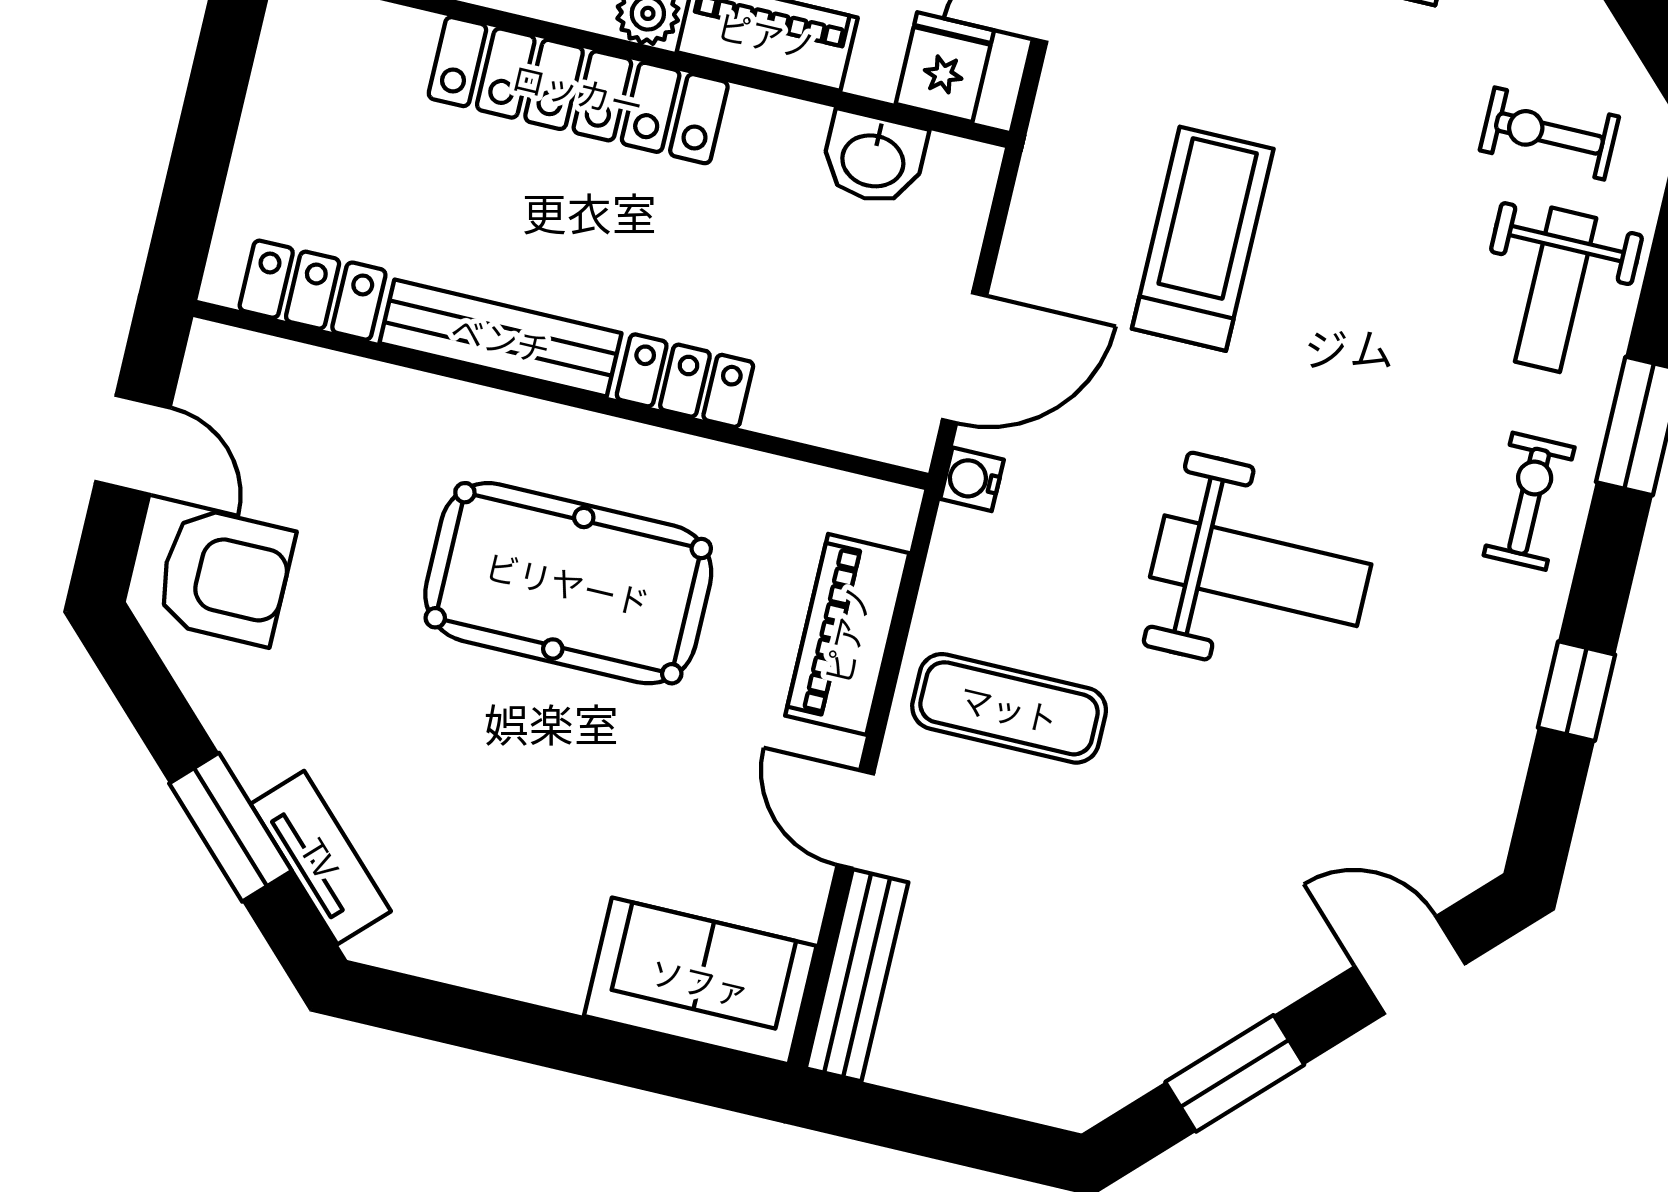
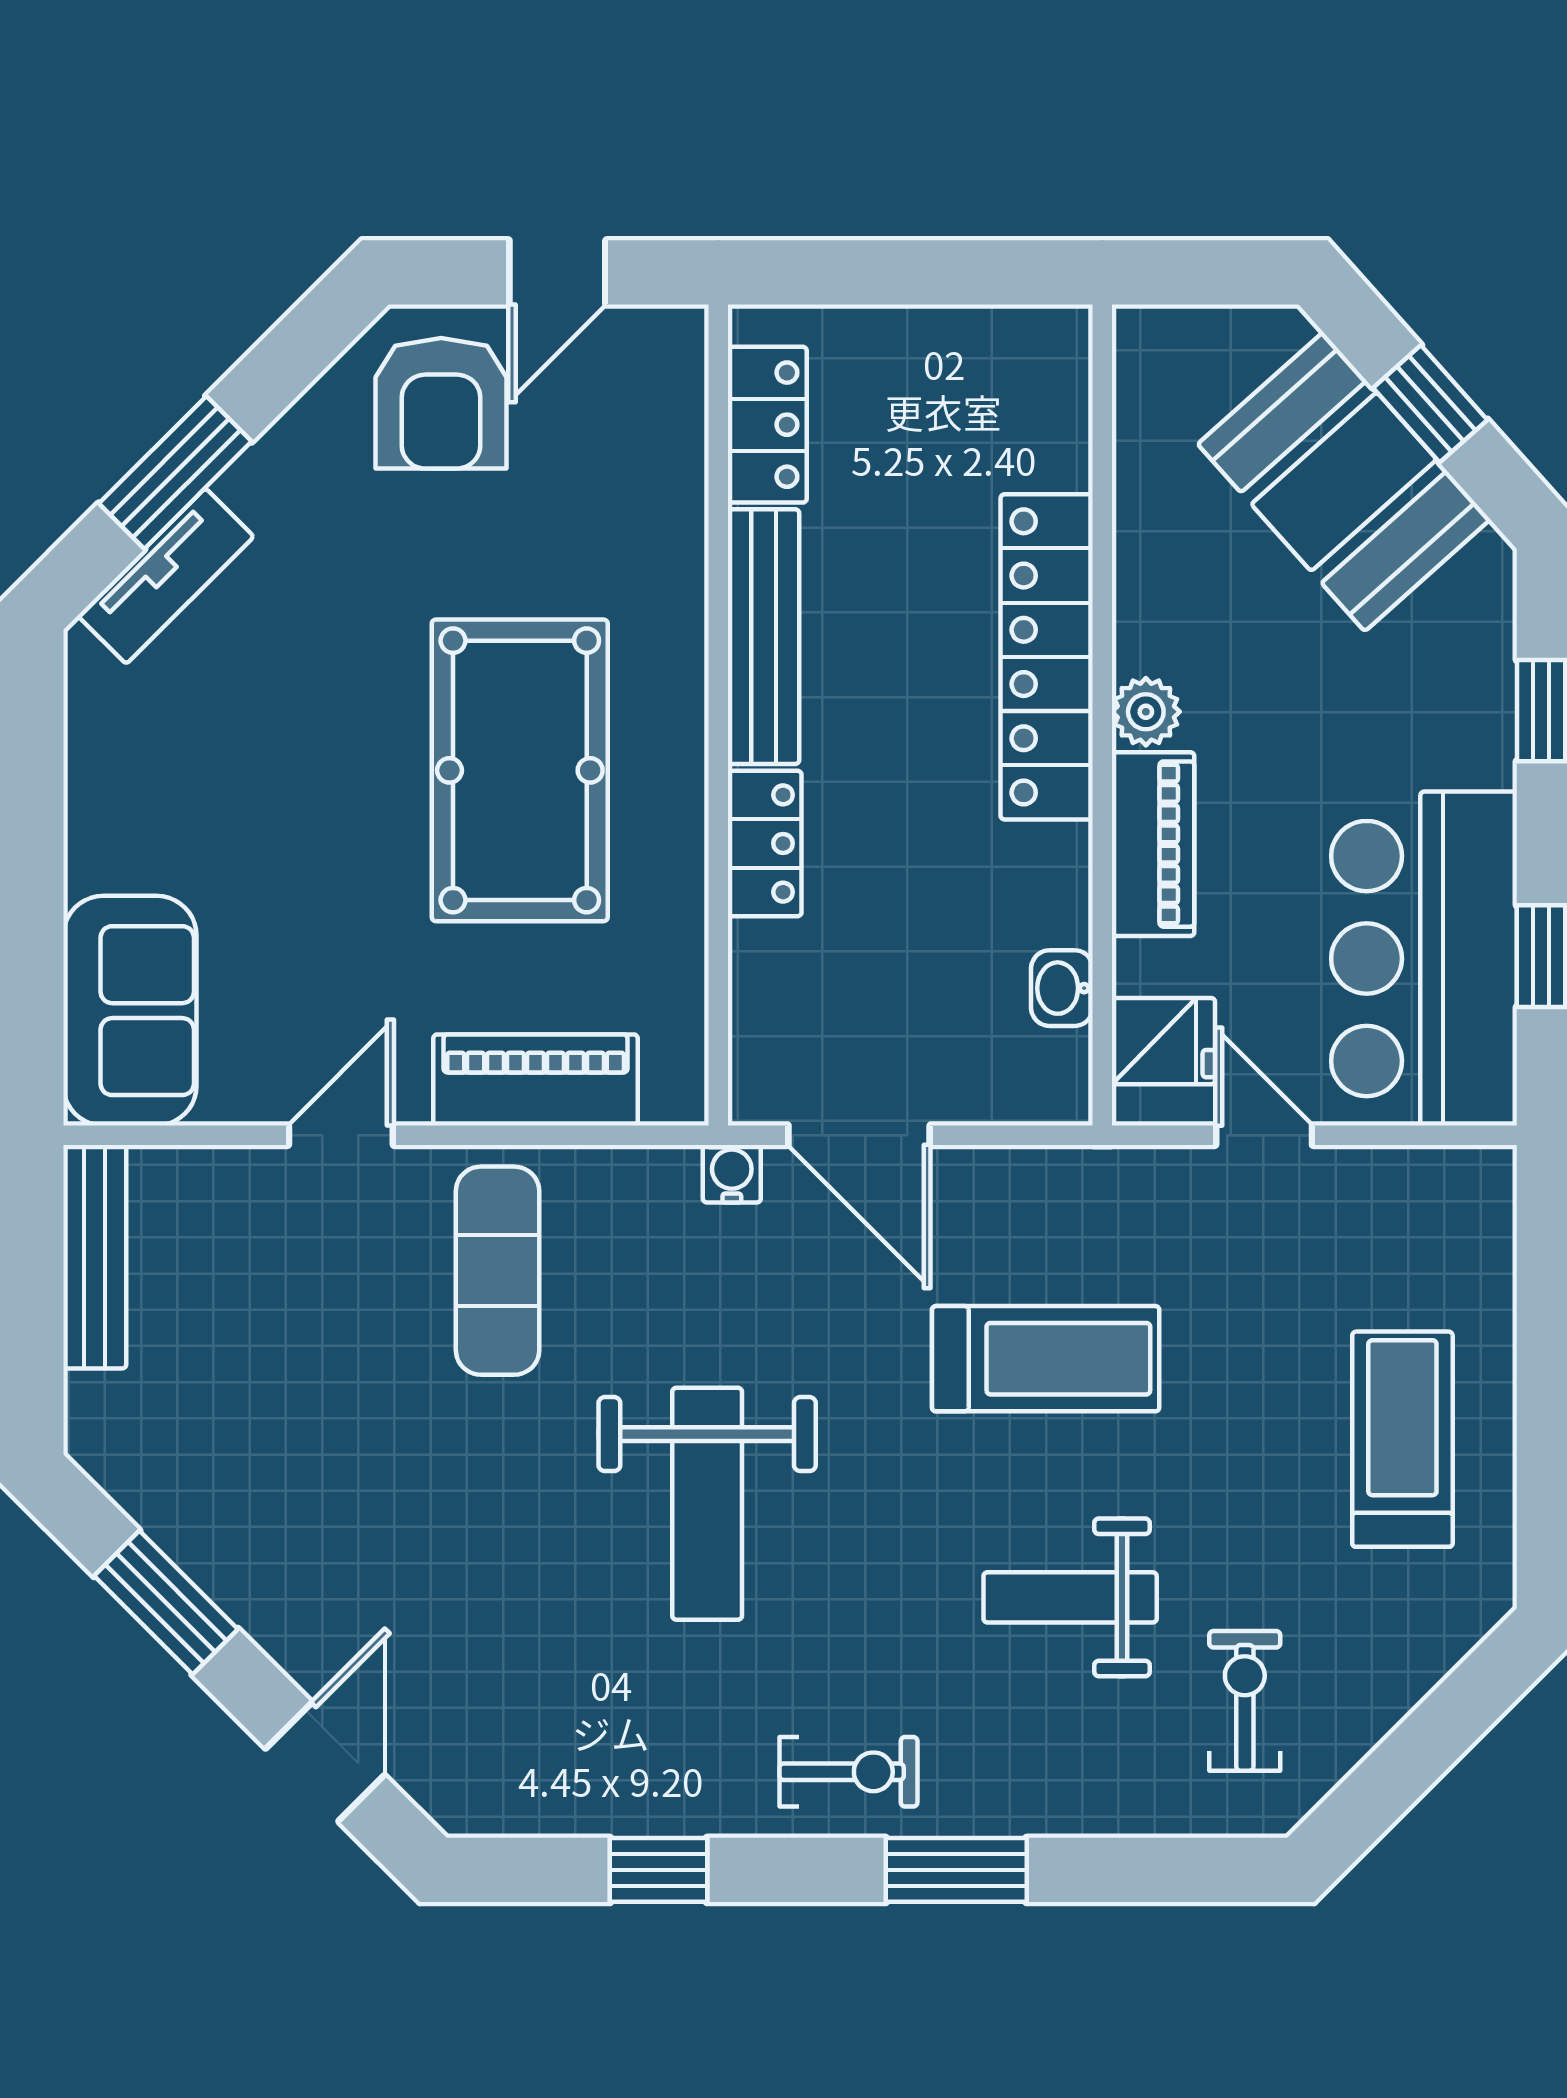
washbasin: (873, 158) -> (1062, 988), width x0.72, depth x0.69
weight bench: (1556, 290) -> (1070, 1597), moved
bench: (857, 975) -> (95, 1257), moved, turned 90

